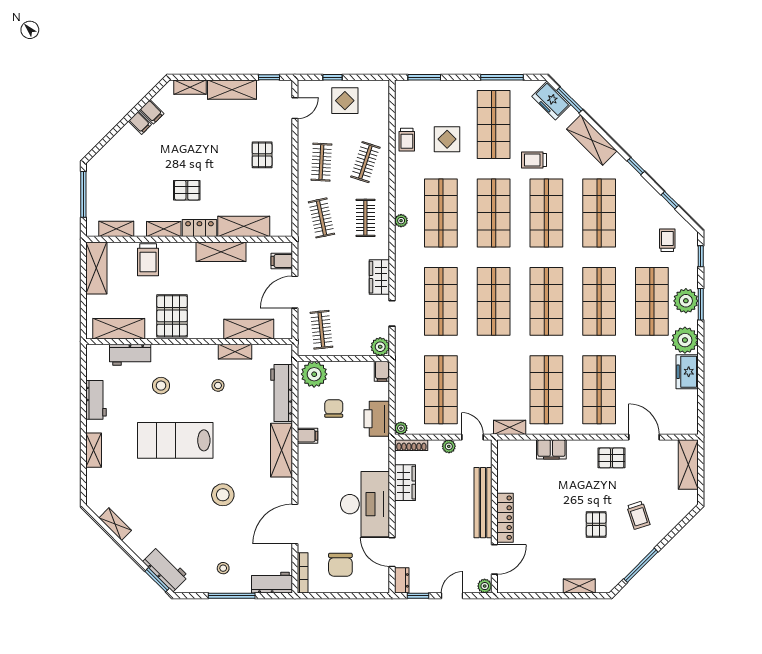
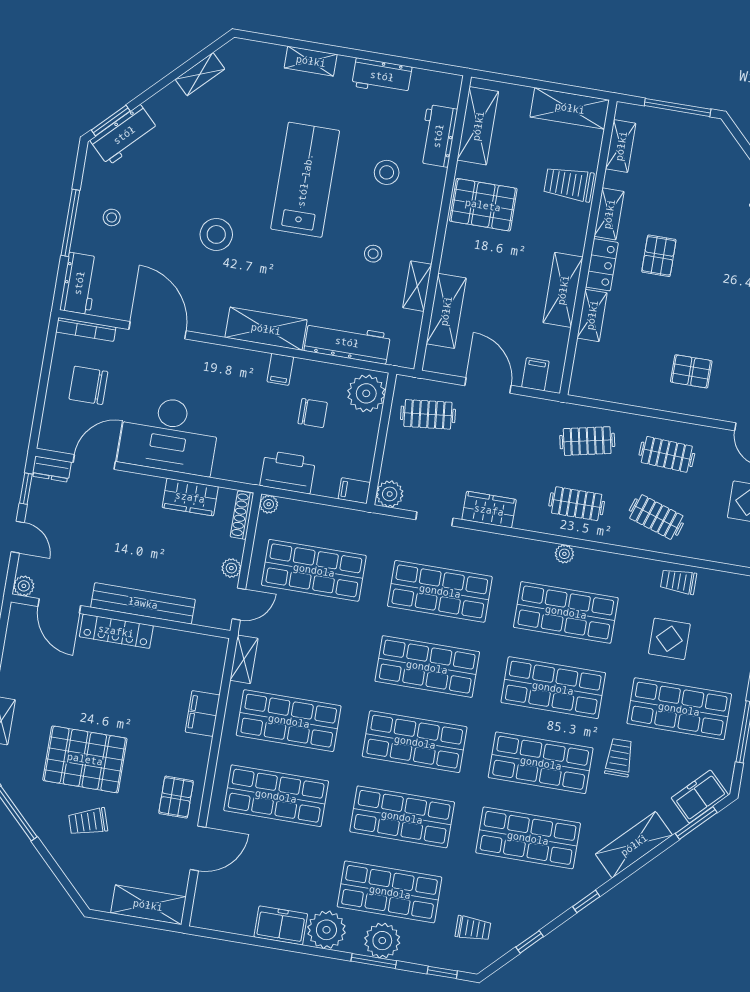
shelving: (244, 226) -> (592, 315), width x0.67, depth x0.75
pallet: (596, 524) -> (85, 759), width x2.05, depth x2.00

